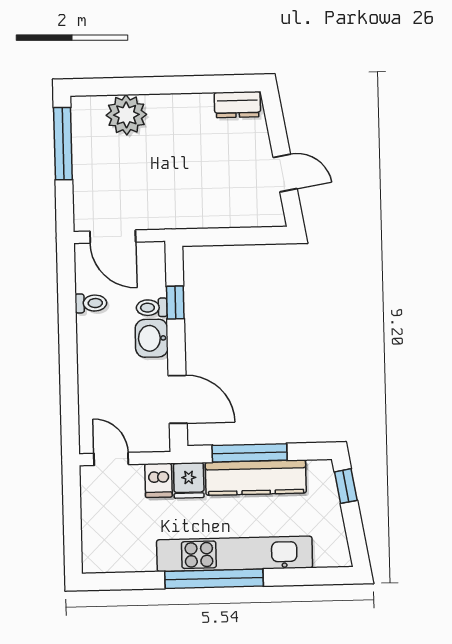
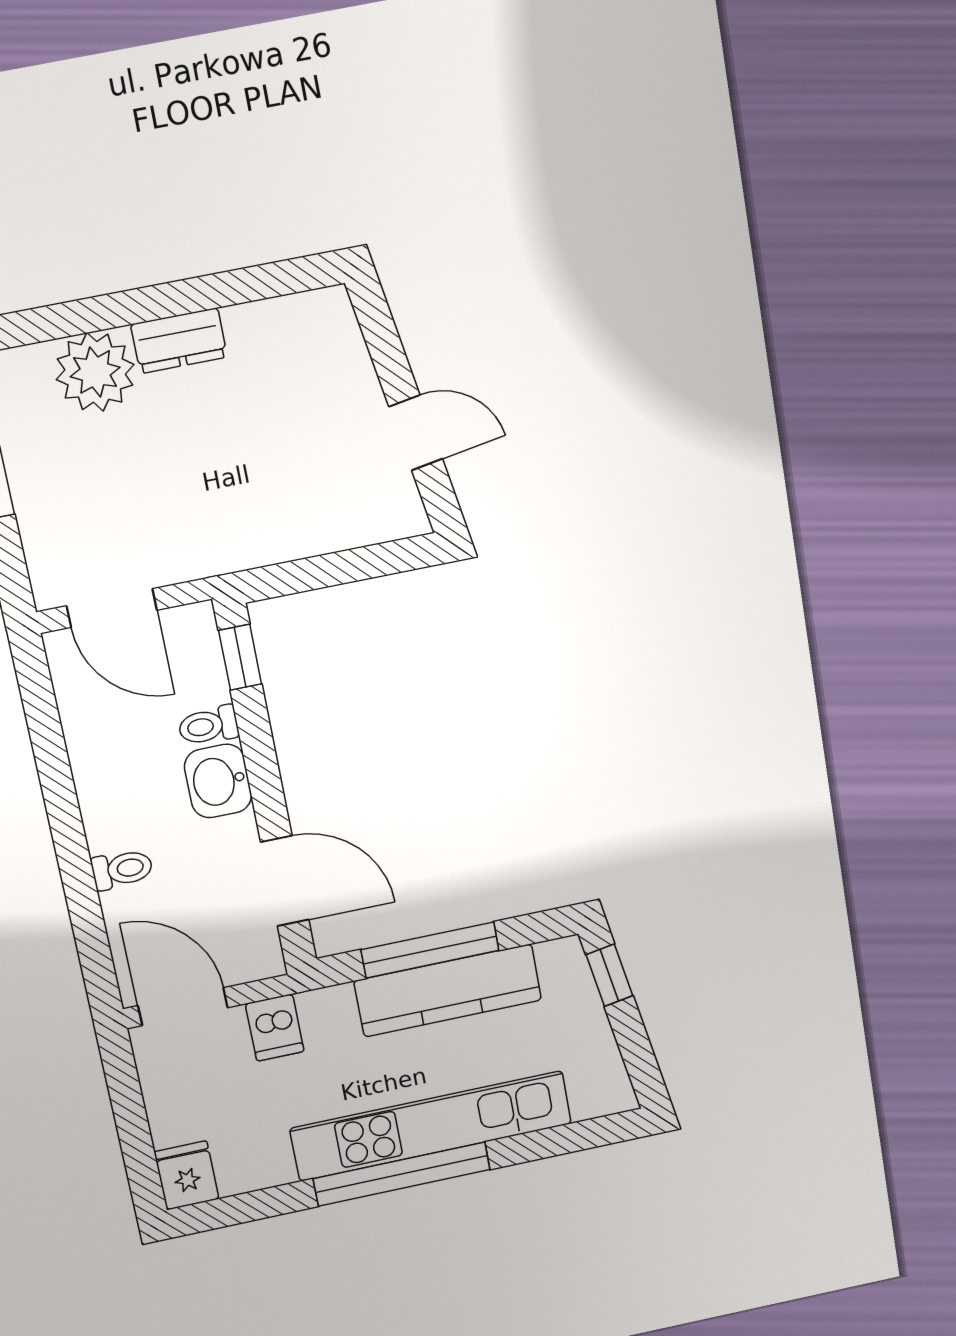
dresser: (237, 105) -> (179, 341), moved
toilet: (91, 303) -> (122, 869), moved
window: (175, 303) -> (240, 657), moved
door: (111, 459) -> (183, 1007), width x1.37
fridge: (189, 480) -> (187, 1175), moved, turned 180

